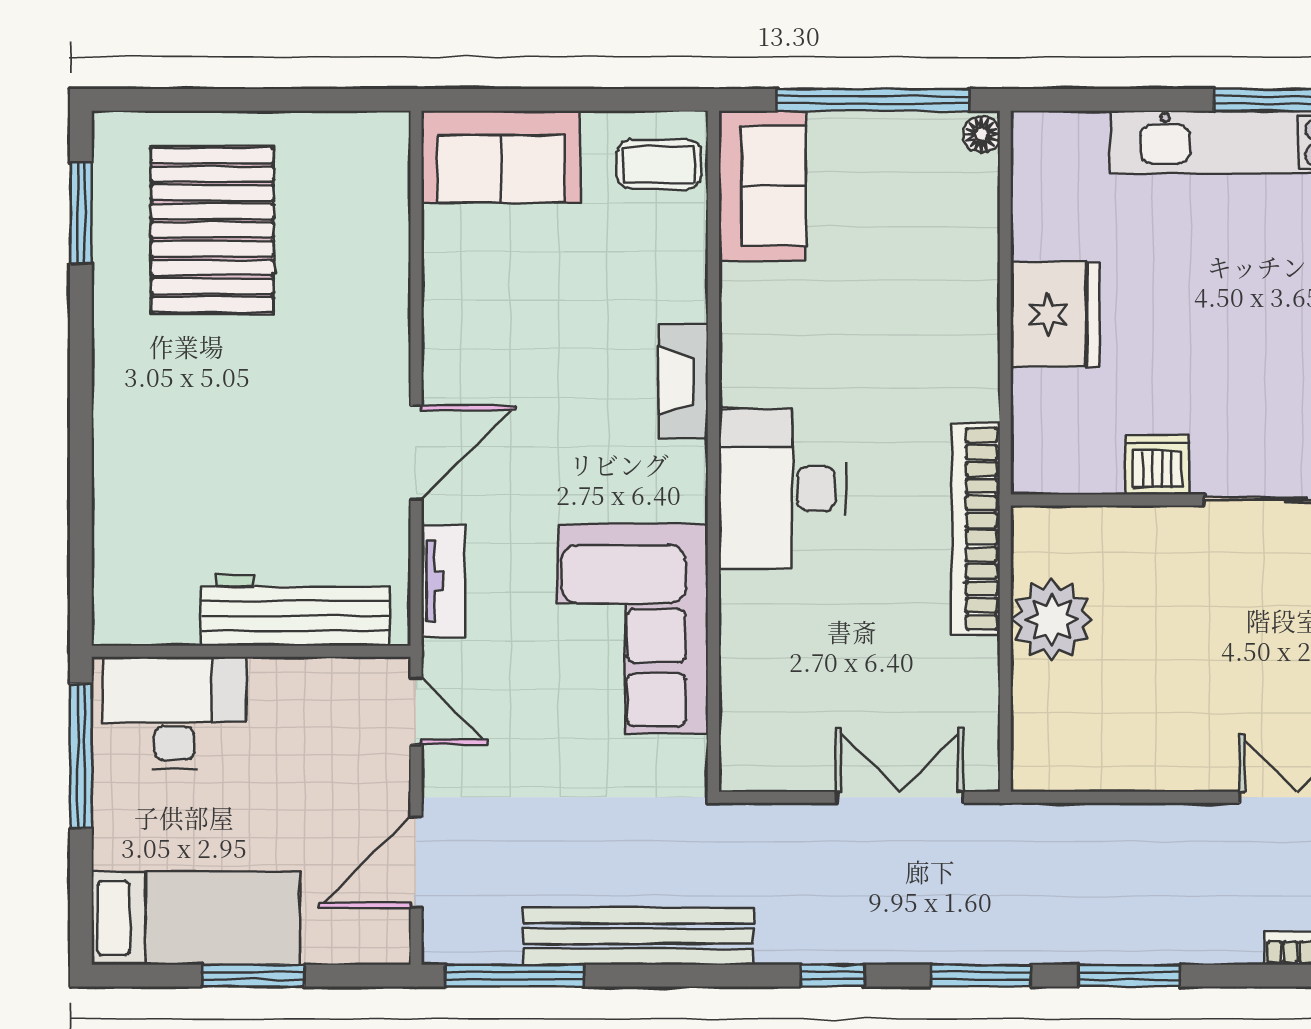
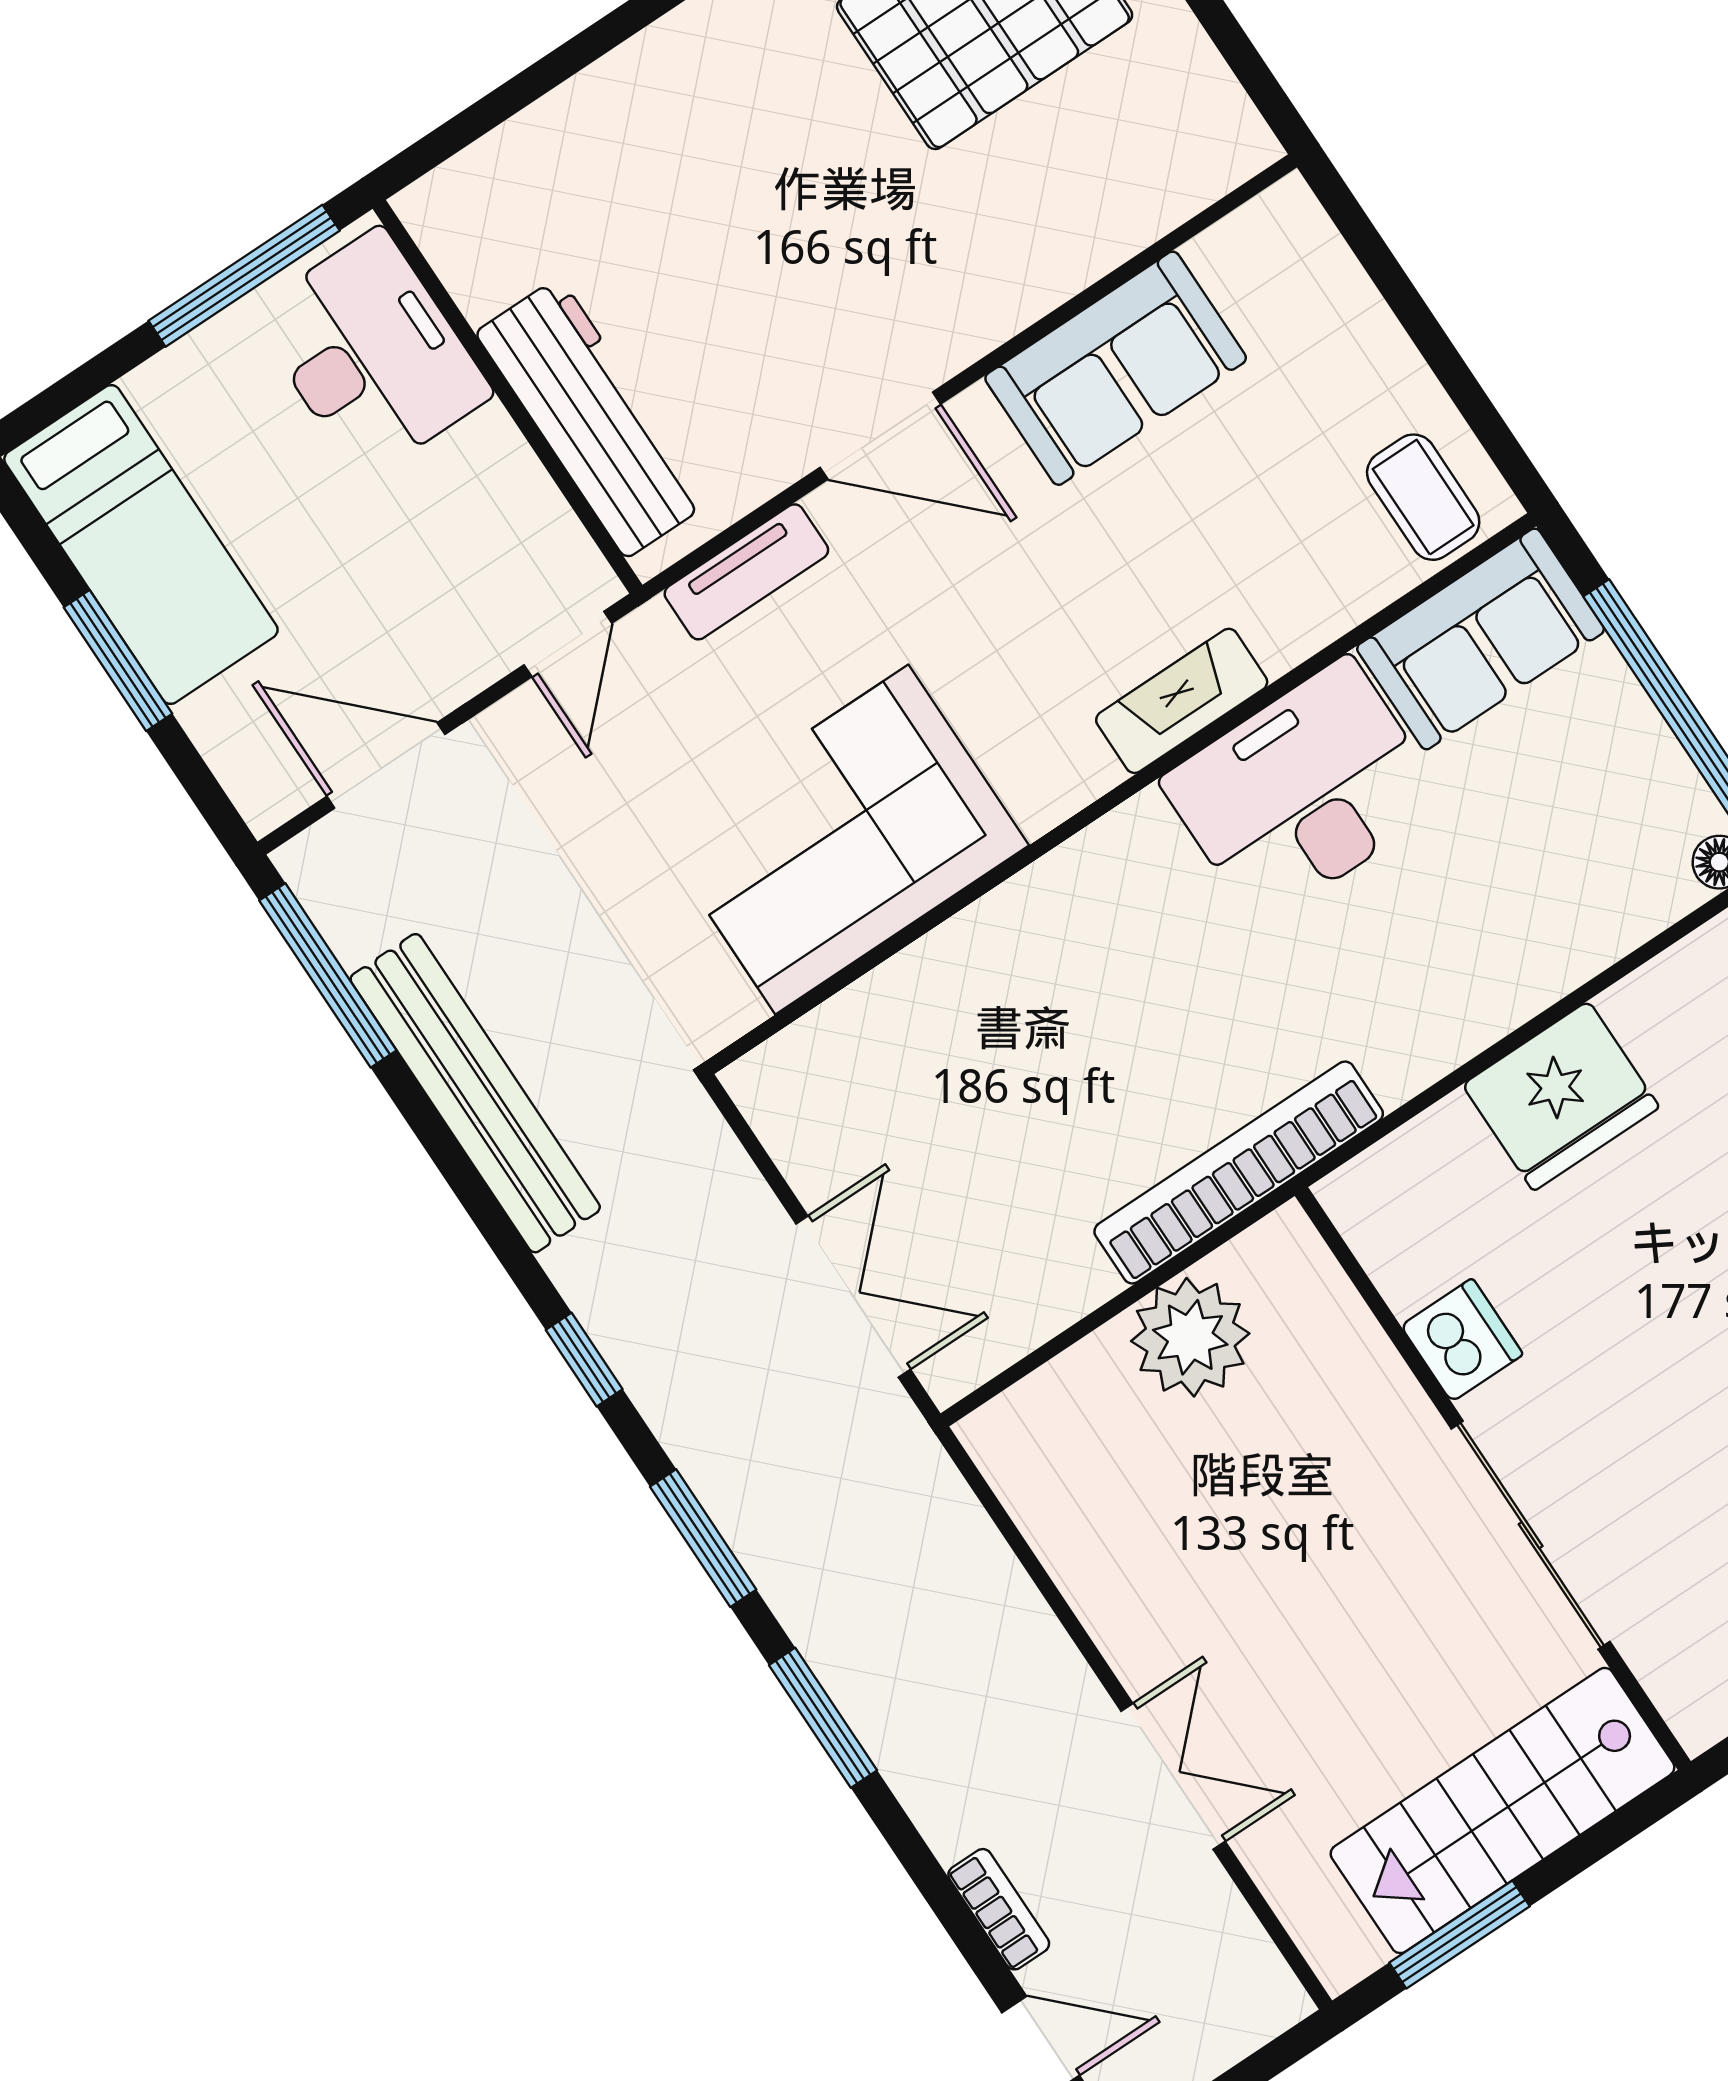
sofa: (501, 157) -> (1116, 368), moved, turned -90
desk: (782, 489) -> (1303, 791), moved

